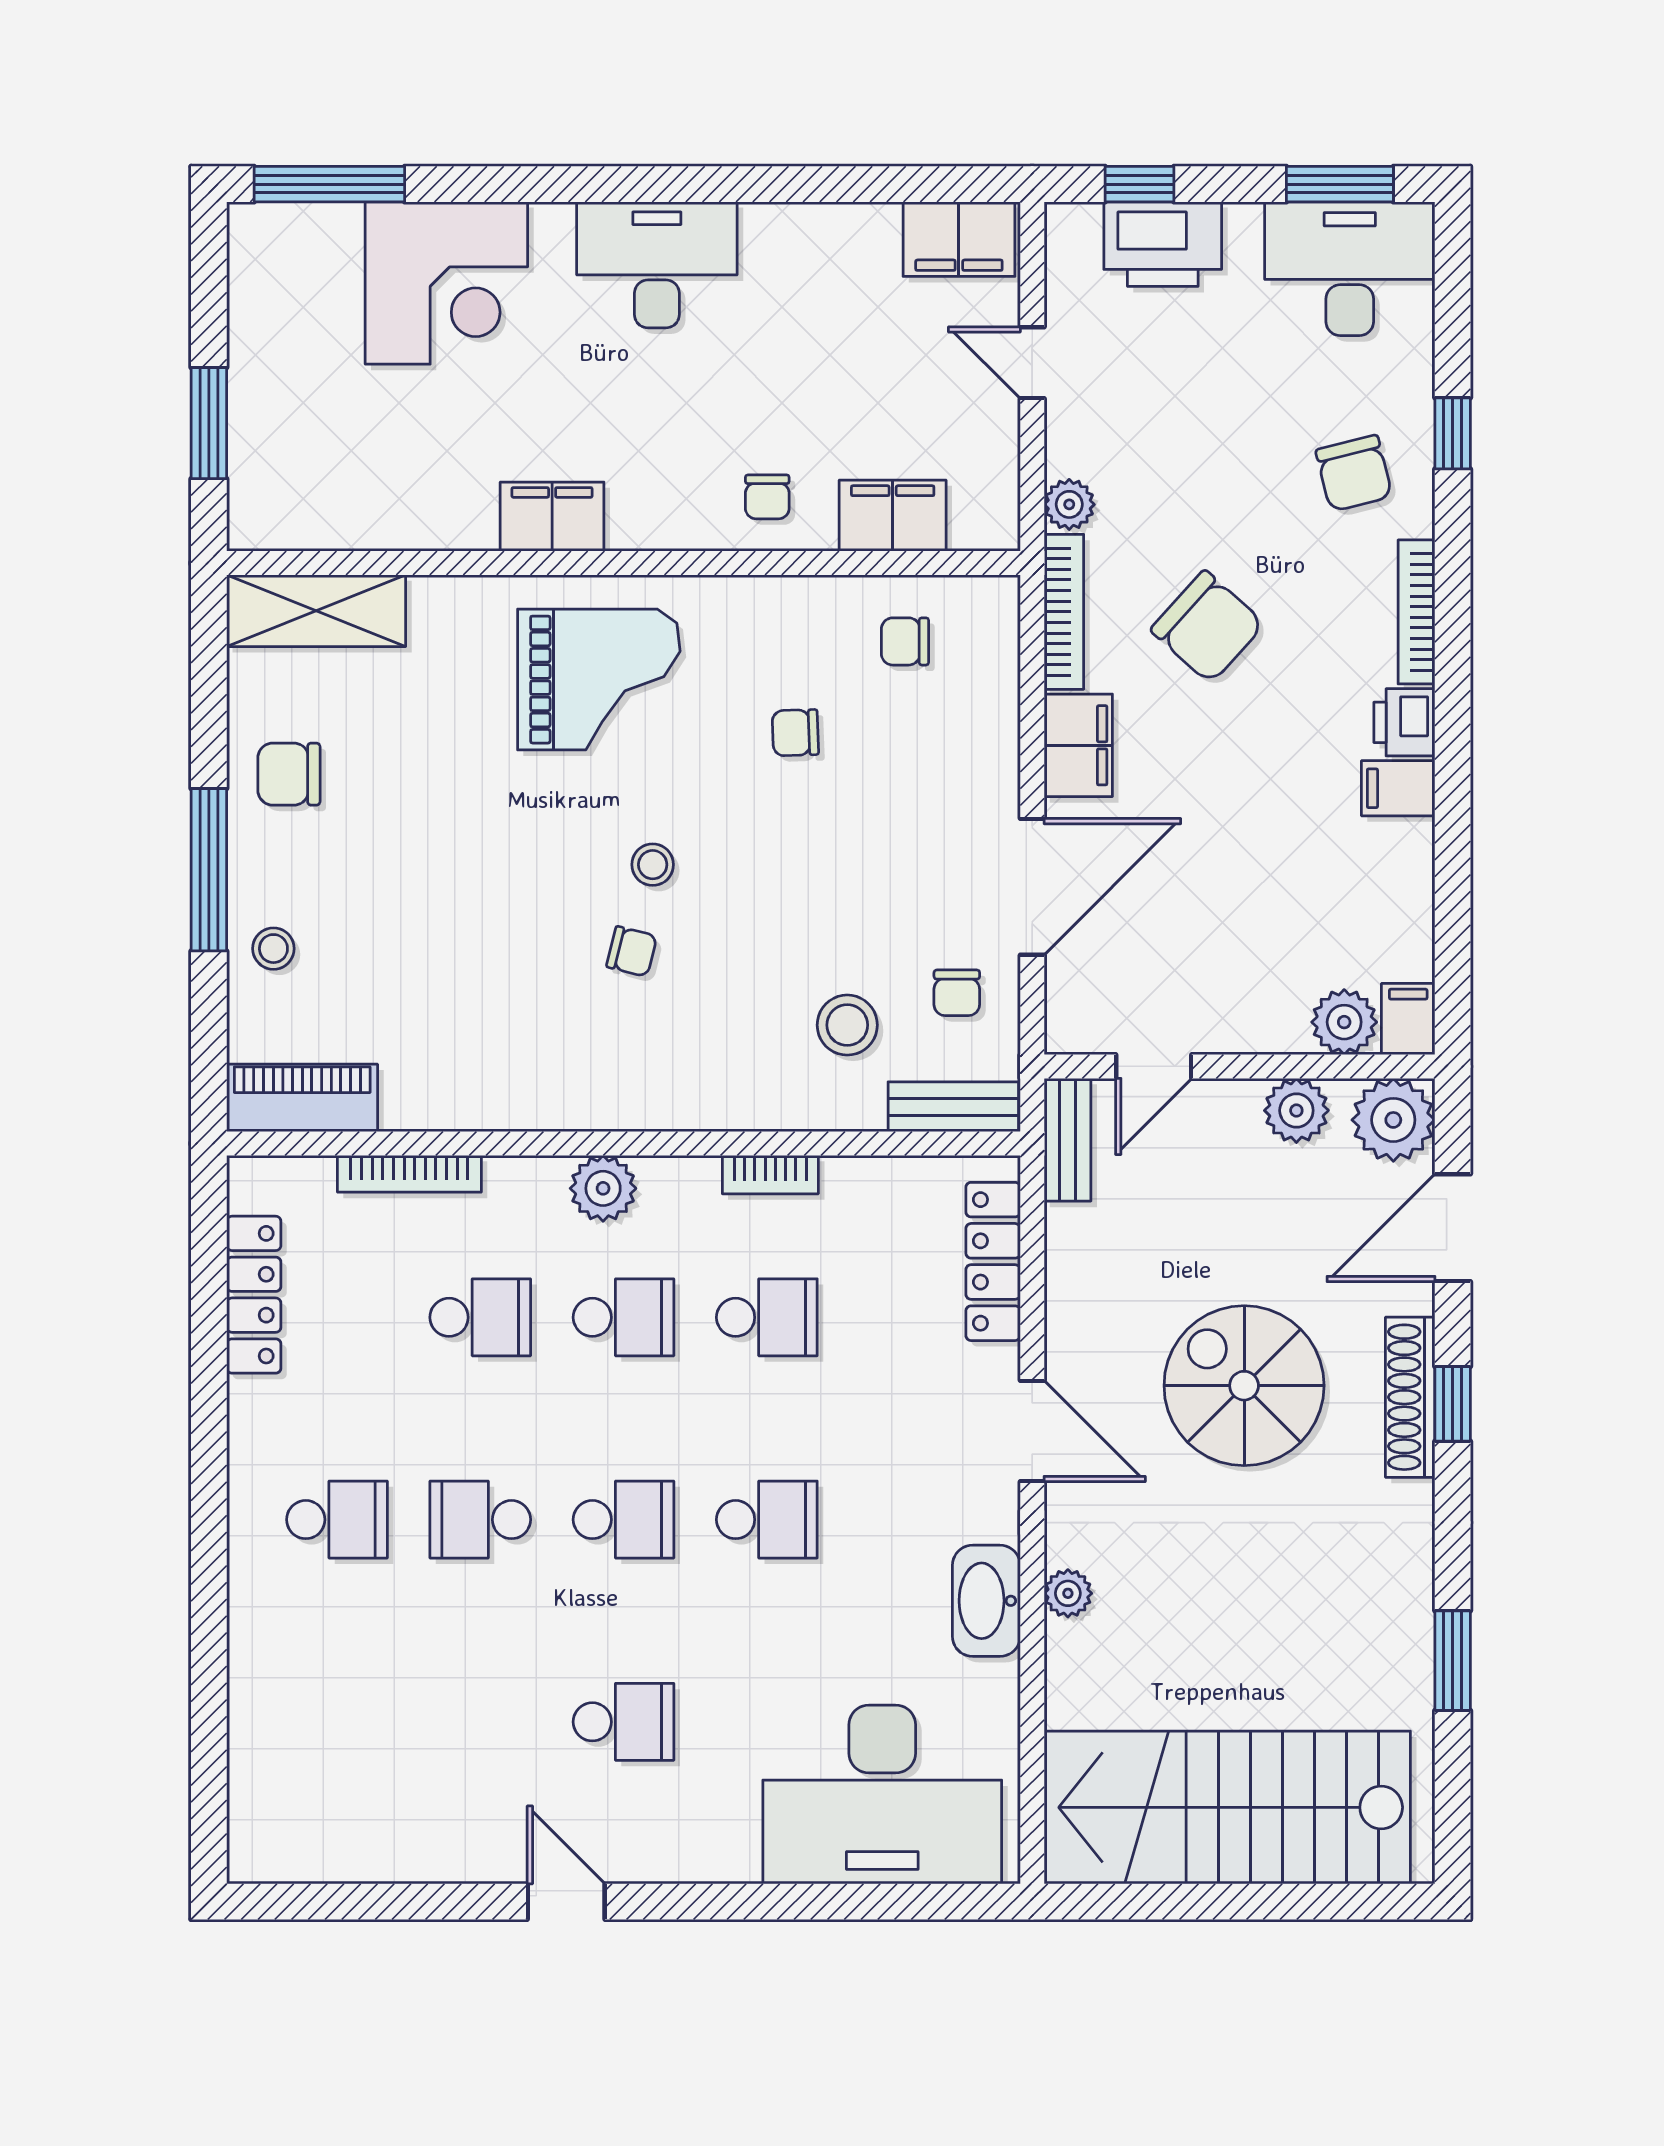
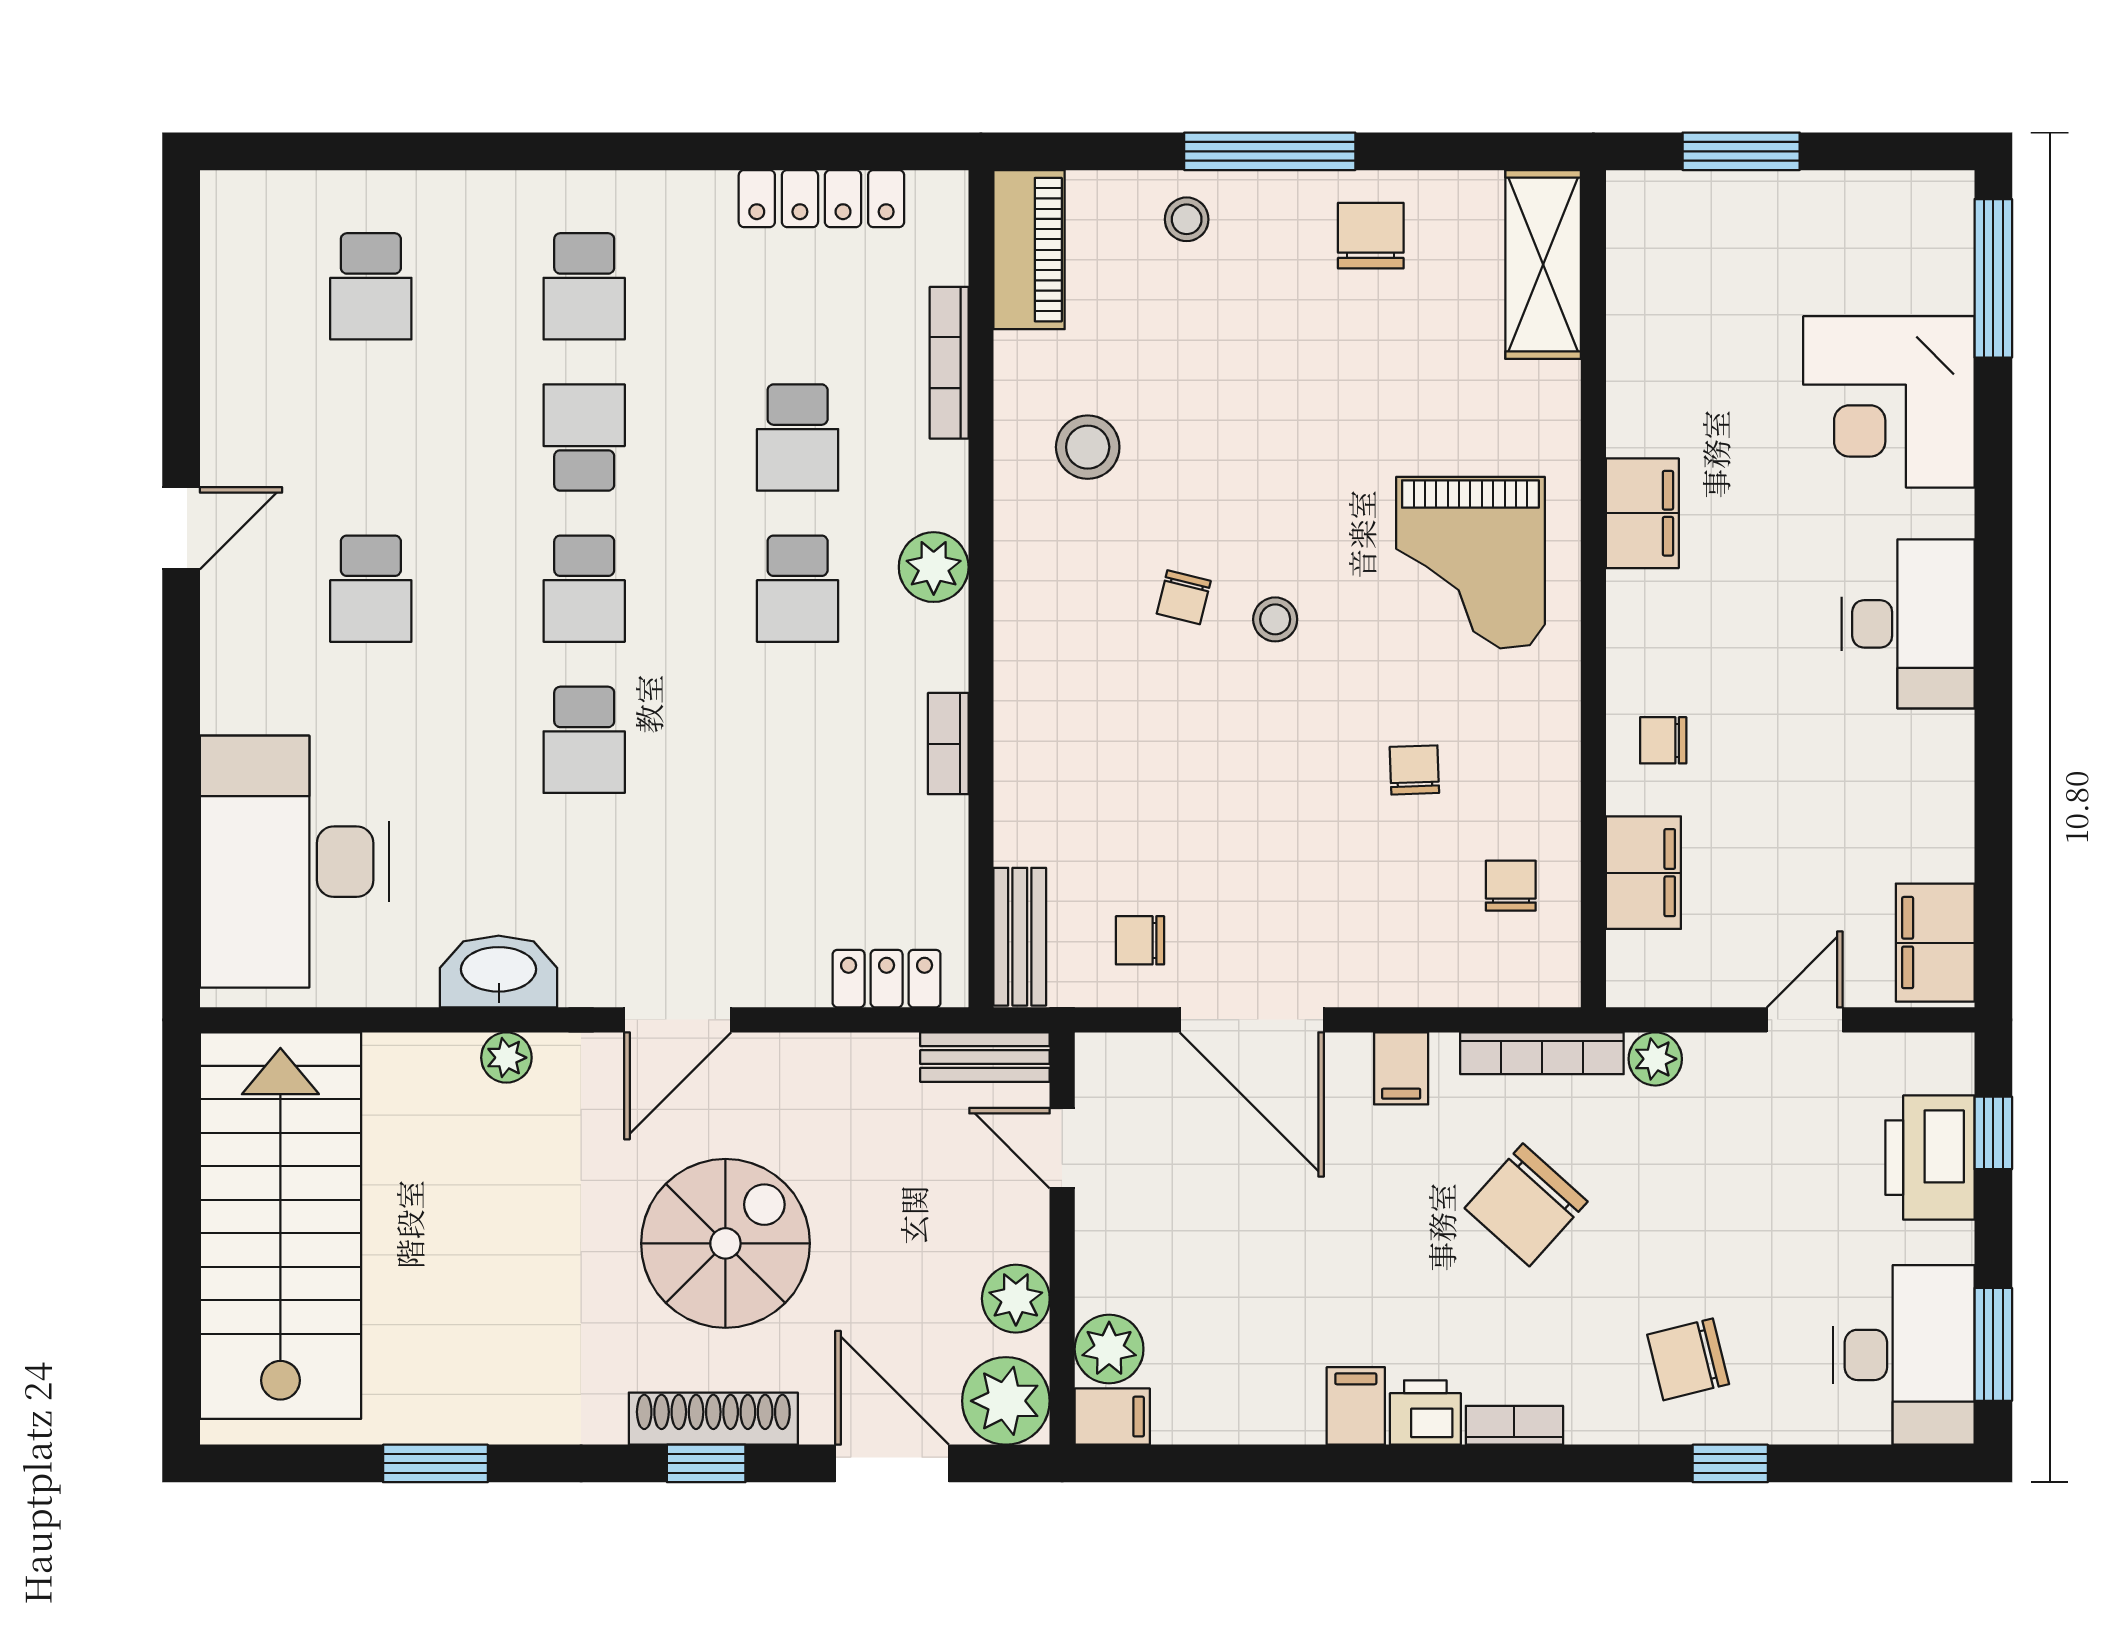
bookcase: (1416, 612) -> (1514, 1425), width x0.64
filing cabinet: (1078, 745) -> (1401, 1068), width x0.50
stool: (847, 1025) -> (1088, 447), moved
locker: (993, 1261) -> (887, 979), width x0.66
school desk: (767, 1317) -> (371, 286), moved

